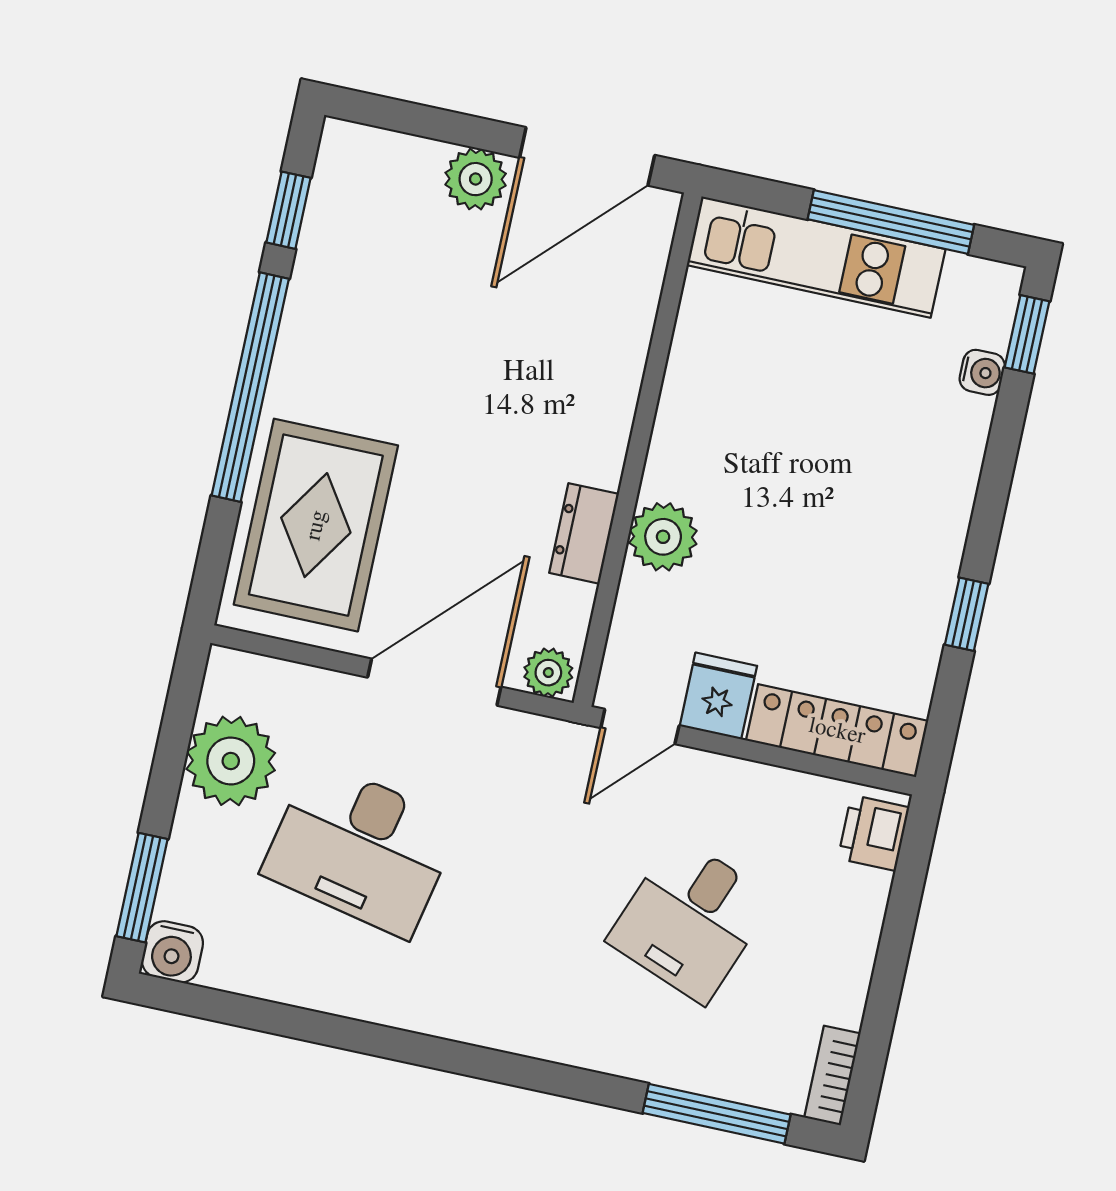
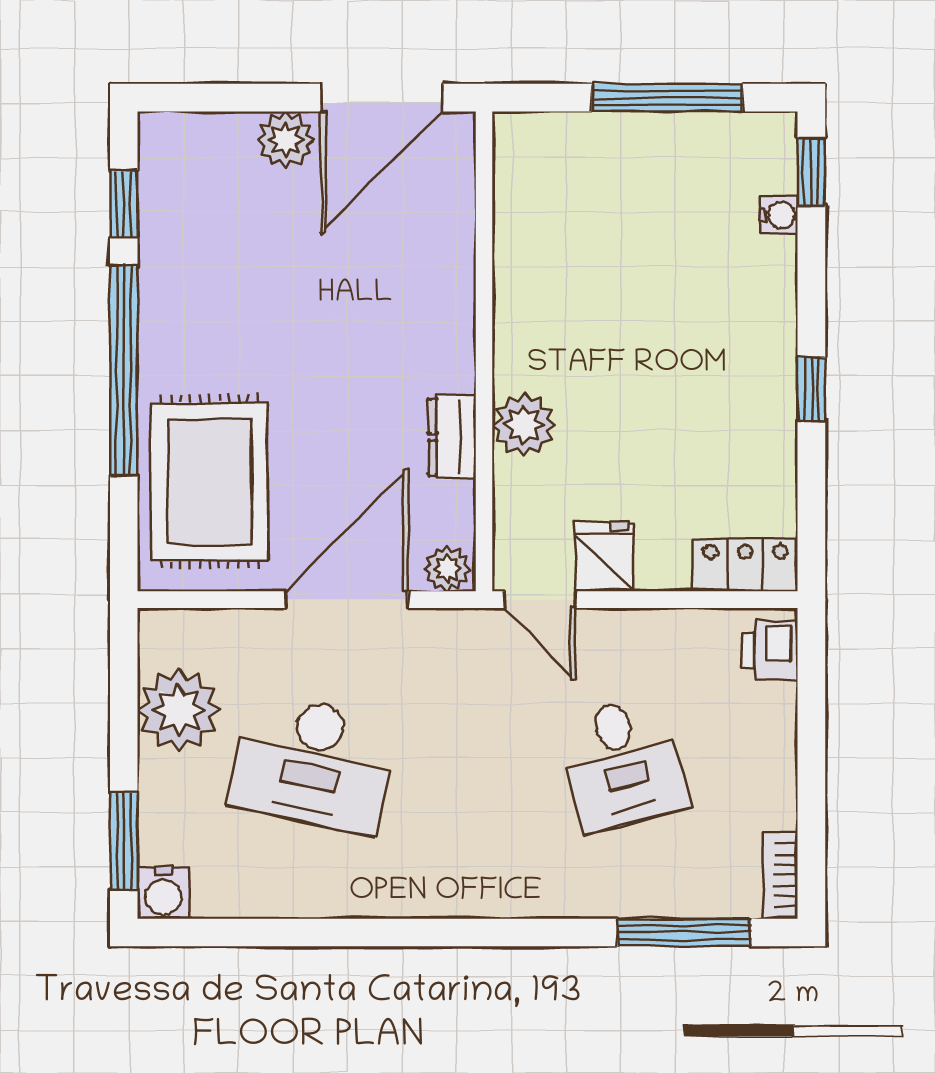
kitchen unit: (816, 257) -> (607, 144), removed
window: (967, 614) -> (811, 388), moved
door: (640, 727) -> (540, 600), hinge flipped
locker: (837, 731) -> (745, 565), width x0.66
desk: (690, 920) -> (623, 763), turned -36

